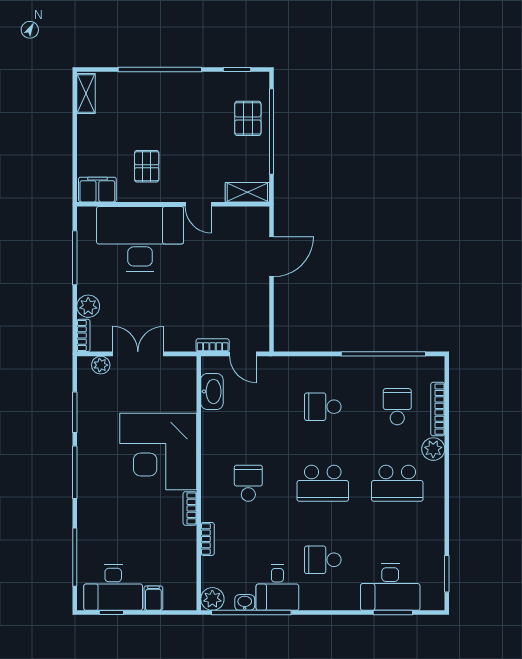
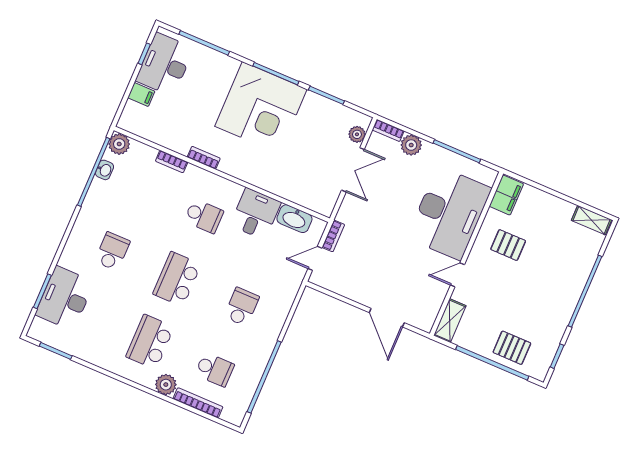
corner desk: (158, 451) -> (261, 108), moved, turned 180
desk: (277, 588) -> (256, 214), moved, turned 90

